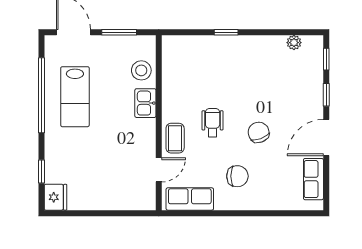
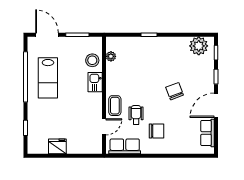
plant: (294, 43) -> (199, 46), width x1.87, depth x1.87
plant: (169, 64) -> (111, 56), added
wheelchair: (213, 123) -> (136, 115), moved
chair: (259, 132) -> (175, 91), moved
fridge: (56, 197) -> (57, 146), moved, turned -90

